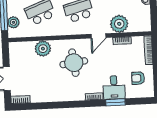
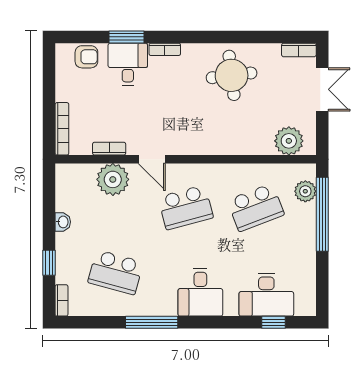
door: (98, 36) -> (152, 159), swing flipped
plant: (43, 49) -> (289, 141), moved
round table: (74, 63) -> (232, 75), moved
armchair: (138, 78) -> (86, 57), moved

